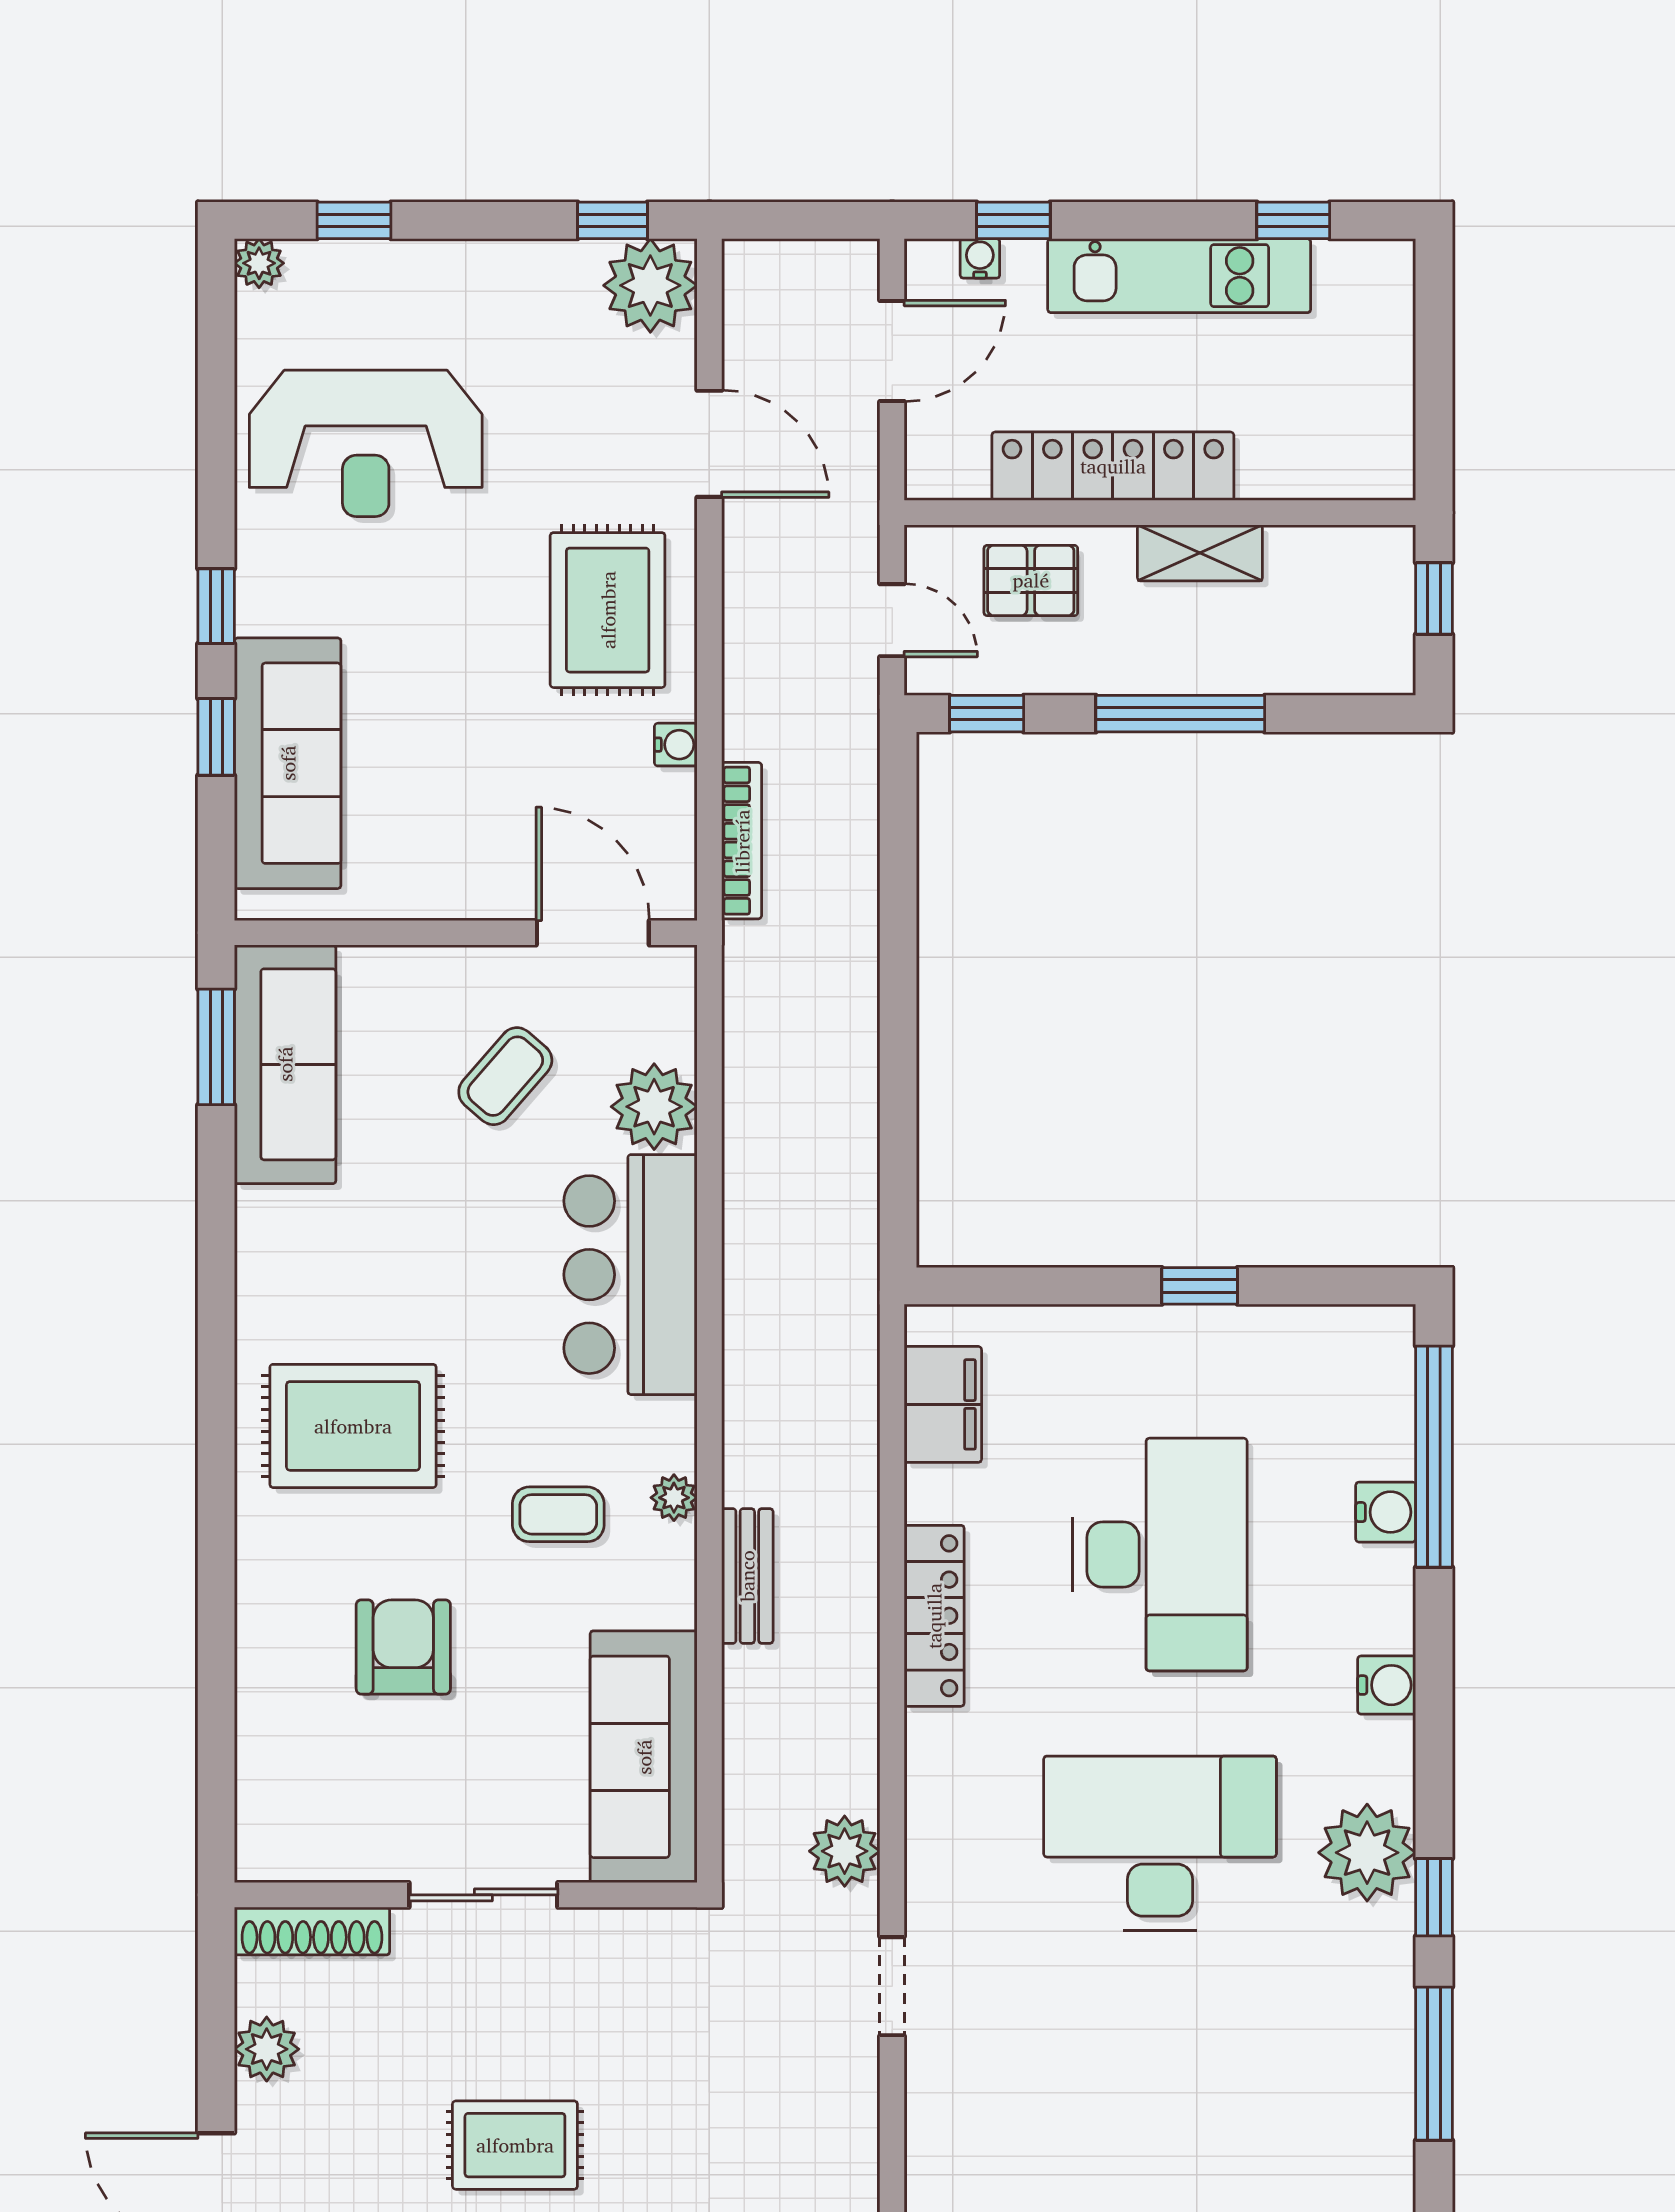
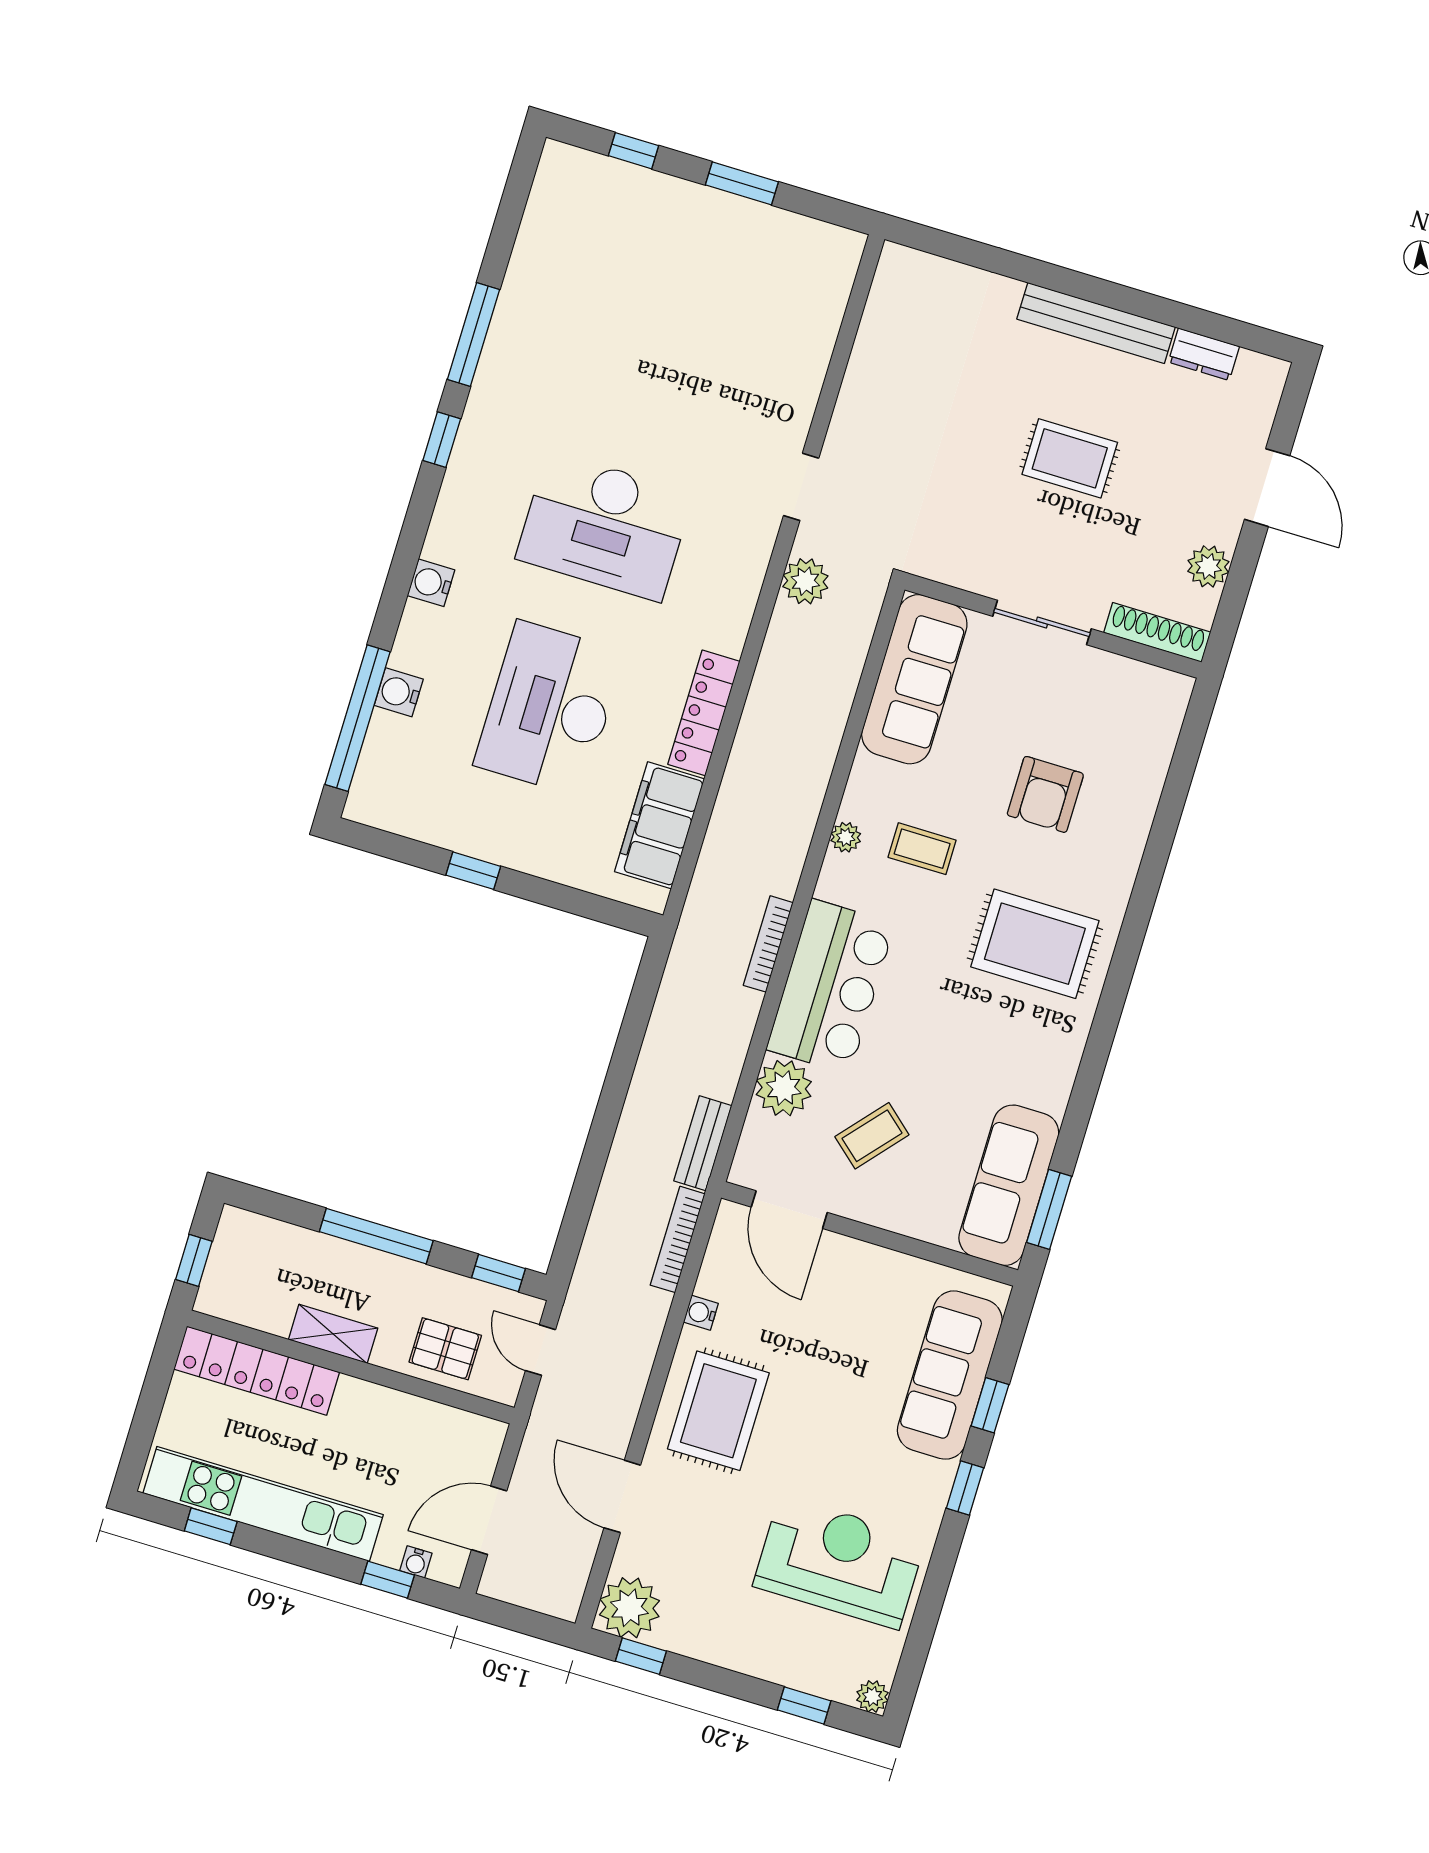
kitchen unit: (1179, 276) -> (263, 1504), width x1.36
locker: (1113, 466) -> (257, 1371), moved
bookcase: (740, 1309) -> (768, 944), added
filing cabinet: (943, 1404) -> (659, 825), width x1.50, depth x1.17
bench: (747, 1576) -> (703, 1143), moved
plant: (1367, 1853) -> (475, 481), removed

